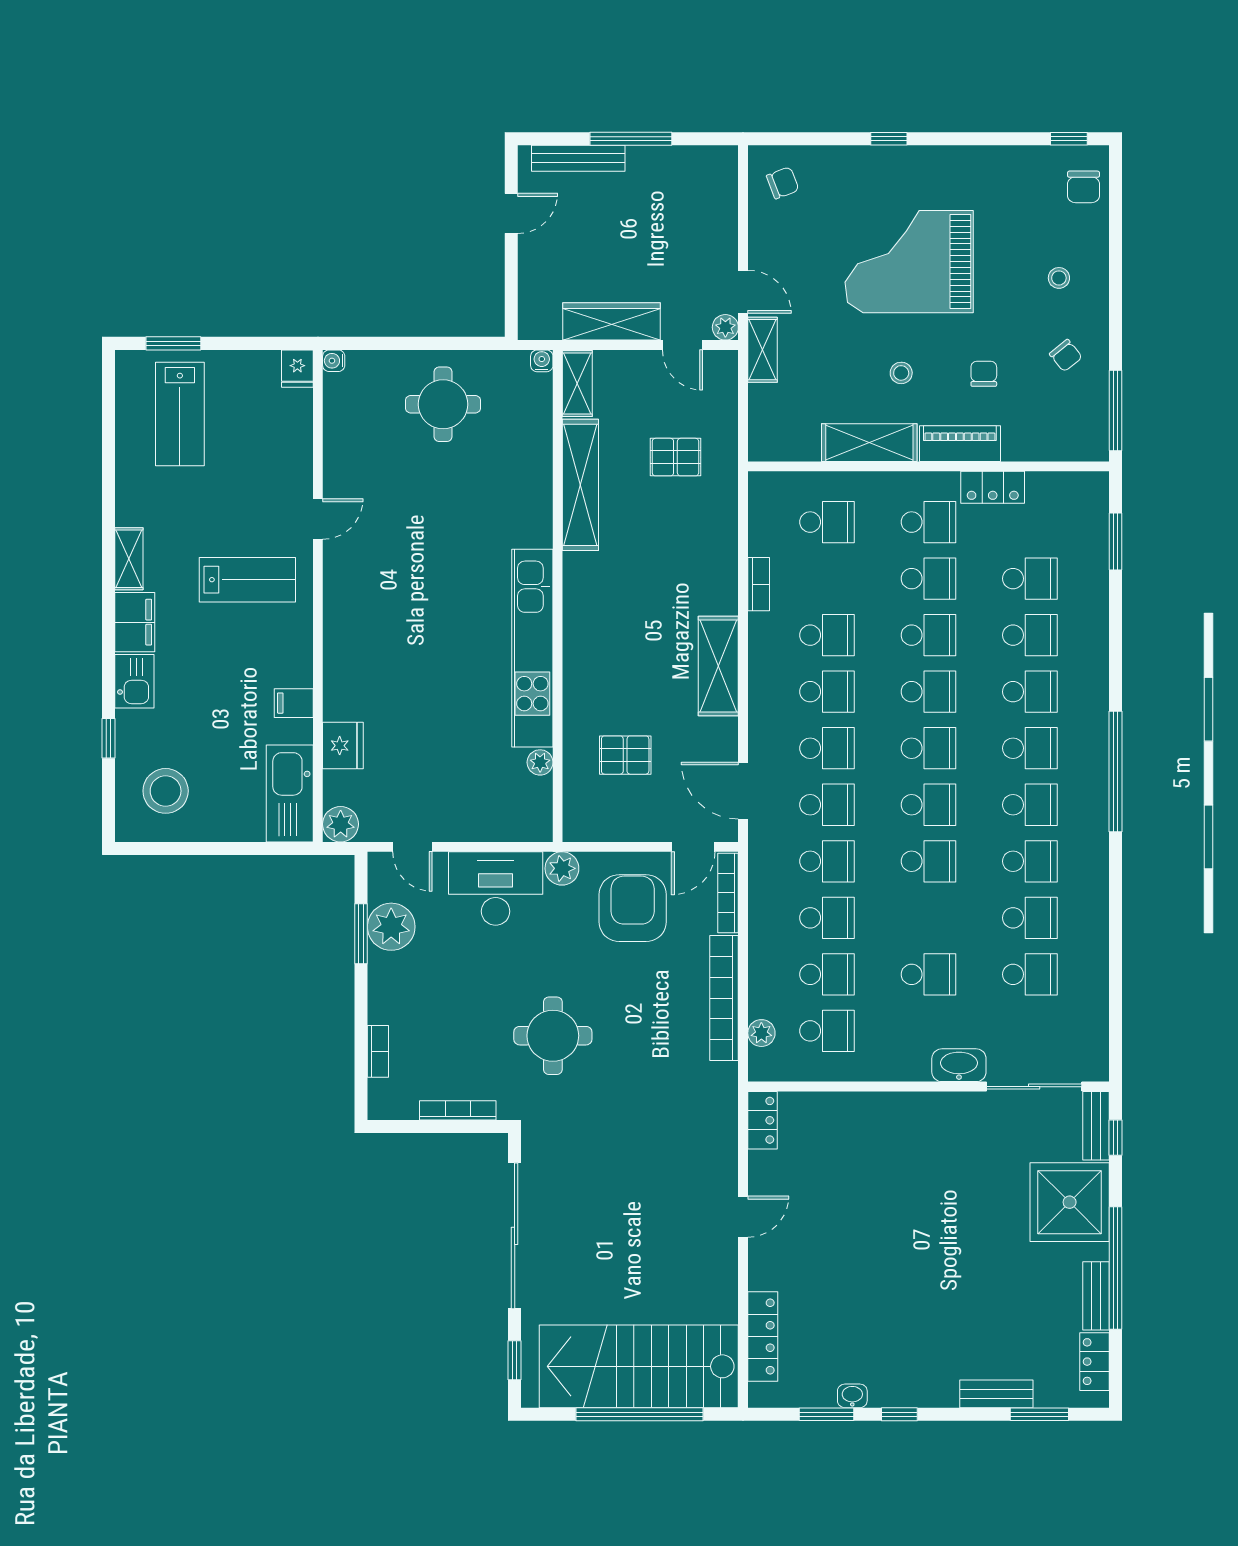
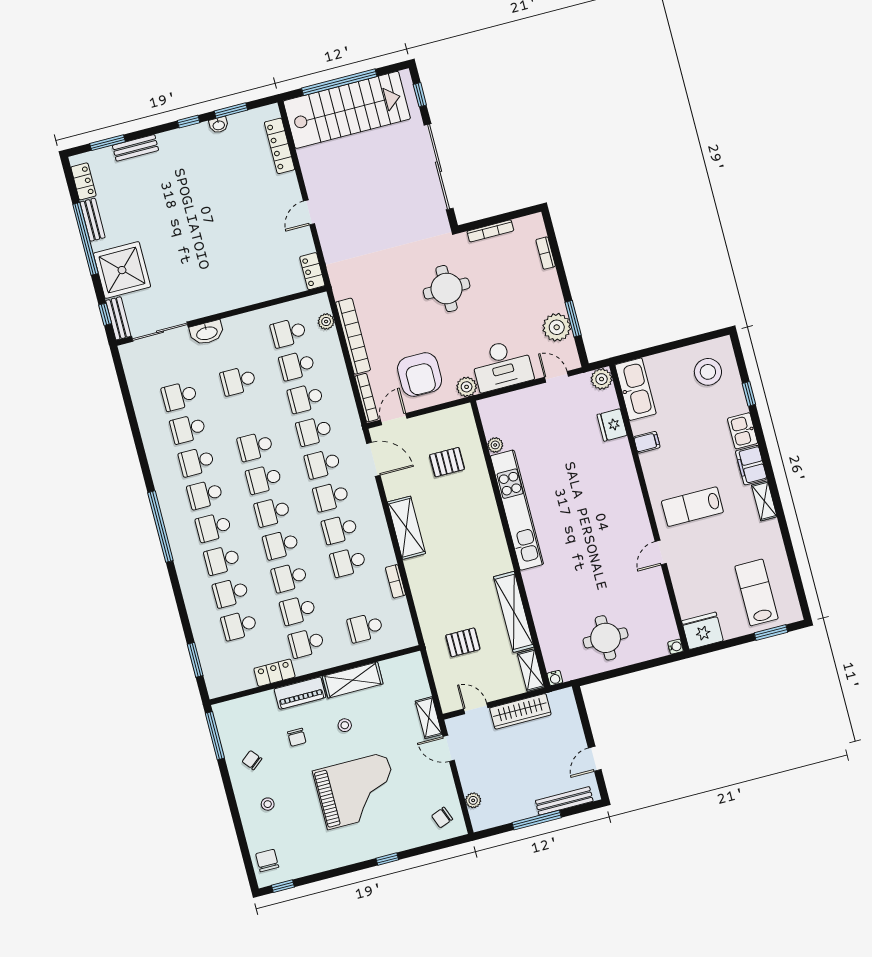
plant: (725, 327) -> (473, 800), moved
fridge: (297, 369) -> (702, 631), width x1.88, depth x1.34

